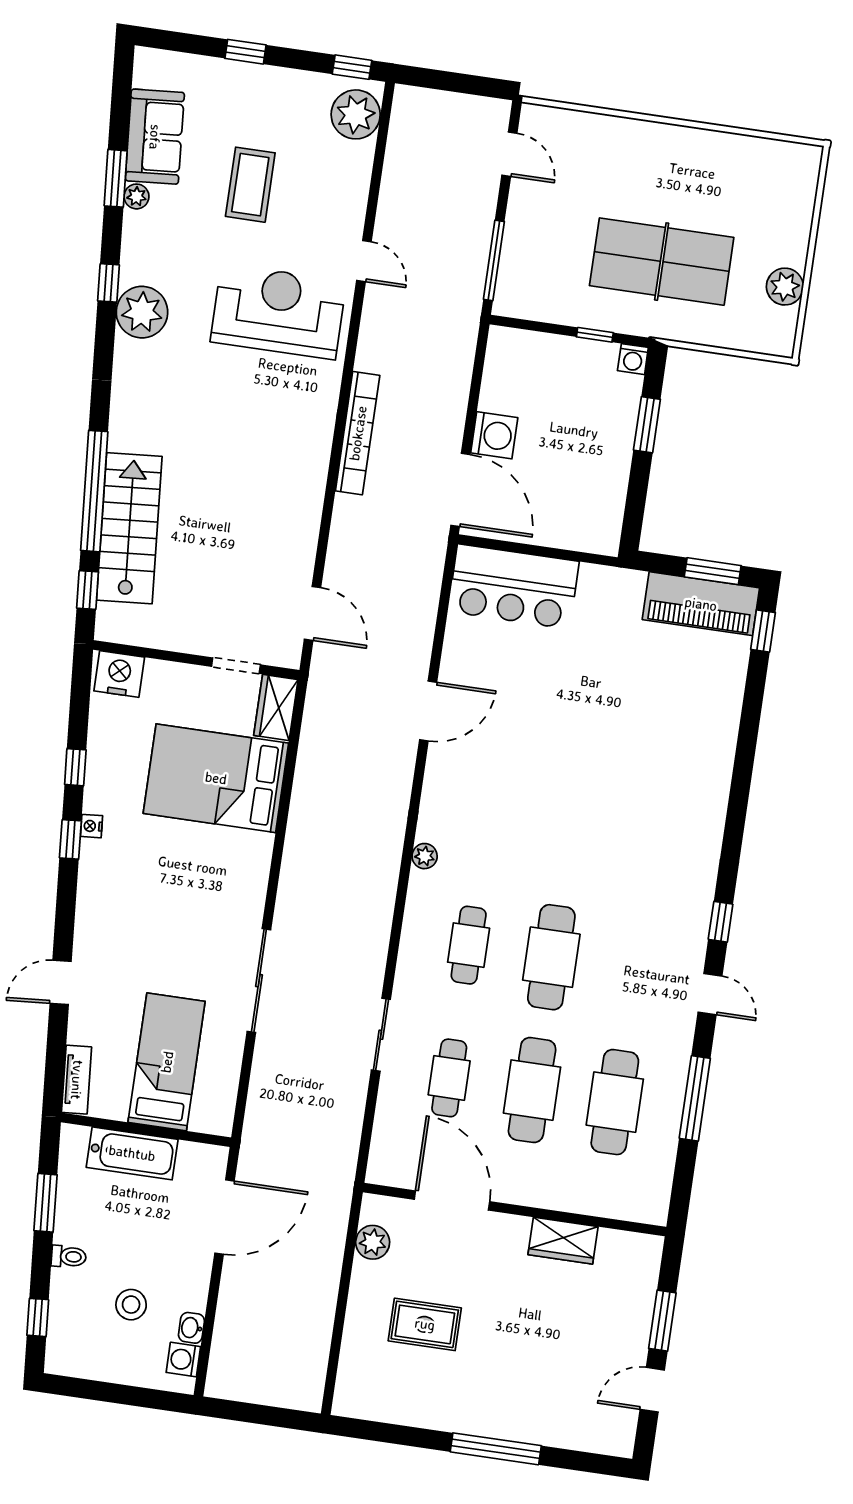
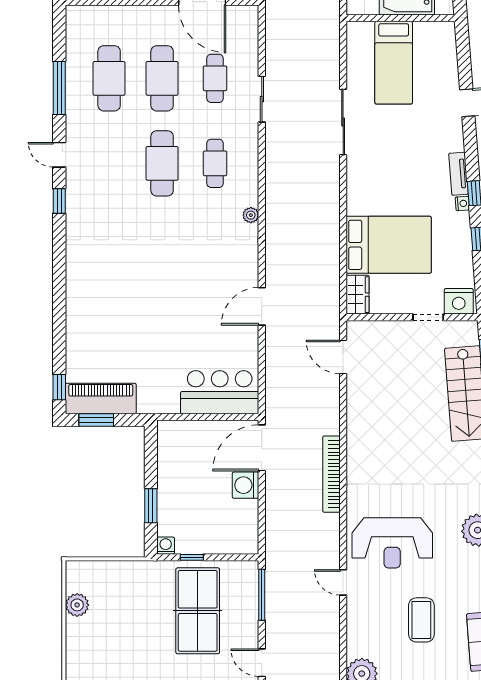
table tennis table: (662, 262) -> (198, 611), moved, turned 90
door: (460, 490) -> (262, 448), hinge flipped
doorway: (236, 666) -> (428, 317), moved
tv unit: (77, 1080) -> (458, 174), moved

